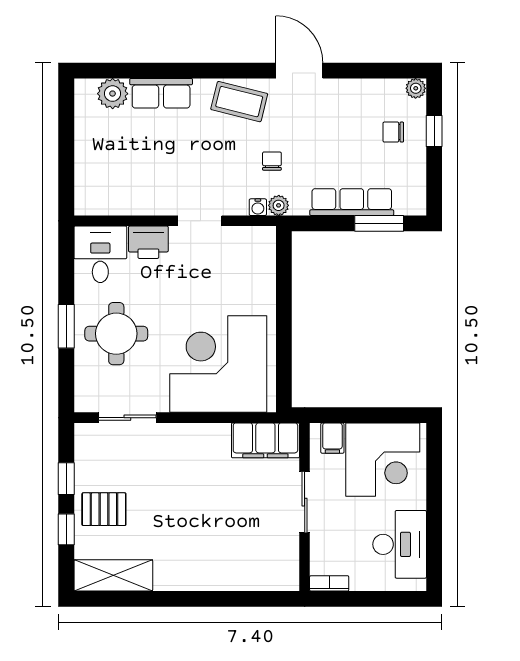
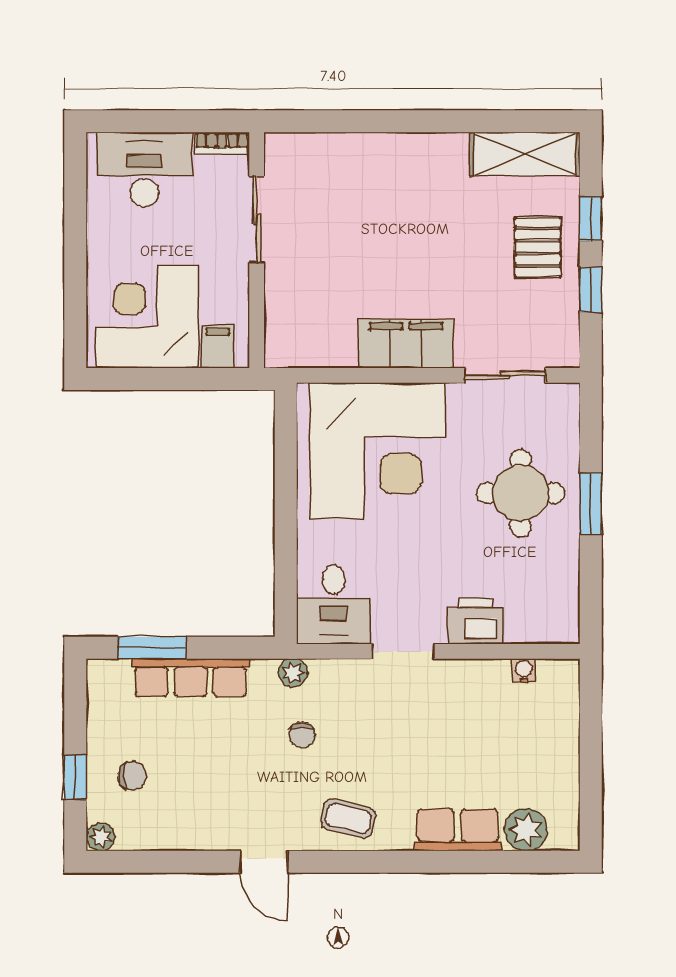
door: (299, 71) -> (264, 862), width x0.73
coffee table: (239, 102) -> (348, 818), width x0.73, depth x0.77
water cooler: (258, 207) -> (524, 670), moved
desk: (100, 254) -> (333, 604), moved
filing cabinet: (265, 440) -> (406, 343), moved
sliding door: (305, 502) -> (257, 219), moved
pallet: (104, 509) -> (538, 247), turned 90
desk: (400, 544) -> (144, 170), moved, turned 90

